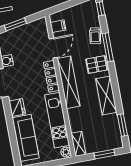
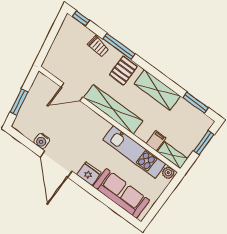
filing cabinet: (58, 26) -> (156, 141), moved
door: (53, 48) -> (72, 92), swing flipped
locker: (51, 76) -> (93, 118), removed

